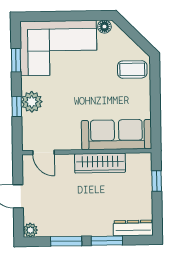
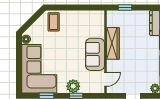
sofa: (116, 135) -> (95, 54), moved, width x0.73

